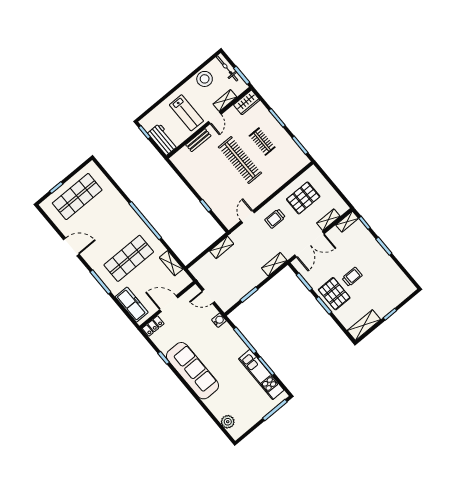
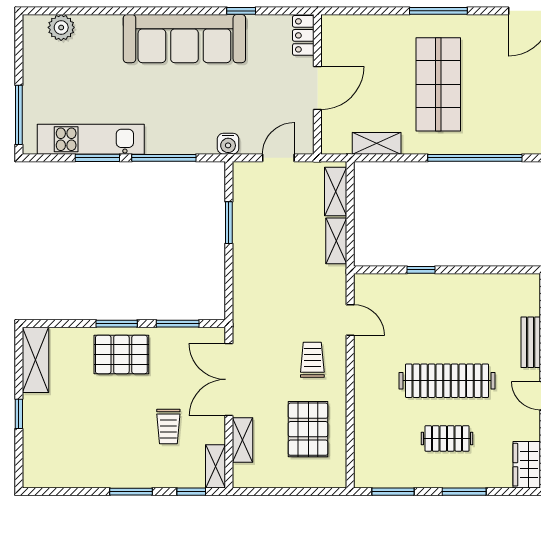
shelving: (274, 264) -> (336, 192), moved
trolley: (352, 277) -> (168, 426), moved
freezer: (132, 305) -> (364, 30), removed

